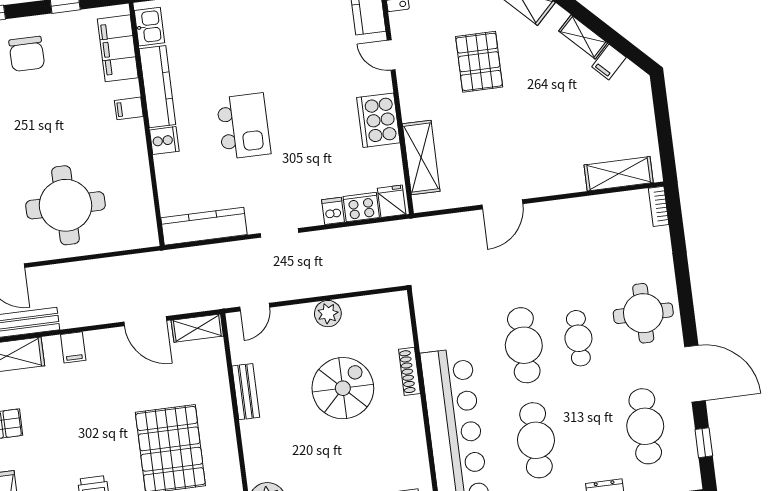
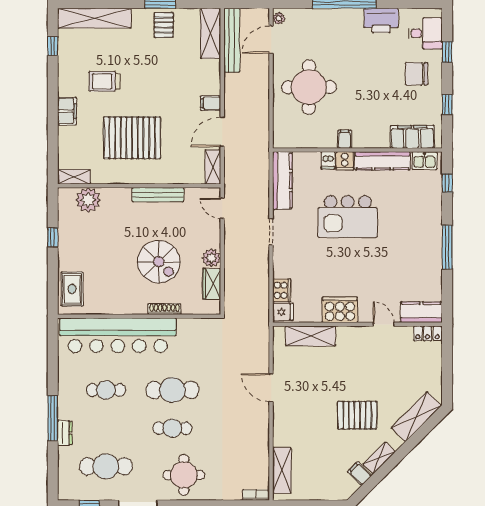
door: (391, 55) -> (384, 324), hinge flipped
pallet: (479, 62) -> (357, 415), moved
filing cabinet: (129, 108) -> (345, 139), moved
kitchen island: (244, 126) -> (348, 217), width x1.37, depth x1.28
dishwasher: (333, 211) -> (328, 160), moved, turned 90
wardrobe: (365, 308) -> (212, 284), added
filing cabinet: (73, 347) -> (211, 103), moved
bench: (246, 392) -> (158, 195), width x1.36
cafe table: (536, 440) -> (106, 390), width x0.73, depth x0.74

